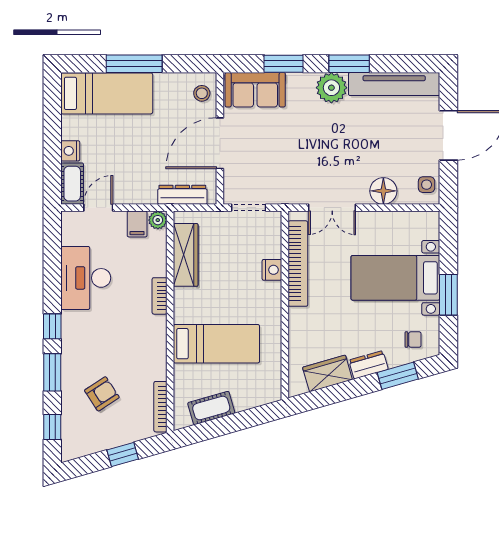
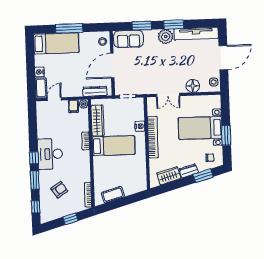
bookcase: (298, 264) -> (153, 137), moved
desk: (86, 278) -> (50, 154), moved
bed: (216, 344) -> (114, 146), moved

